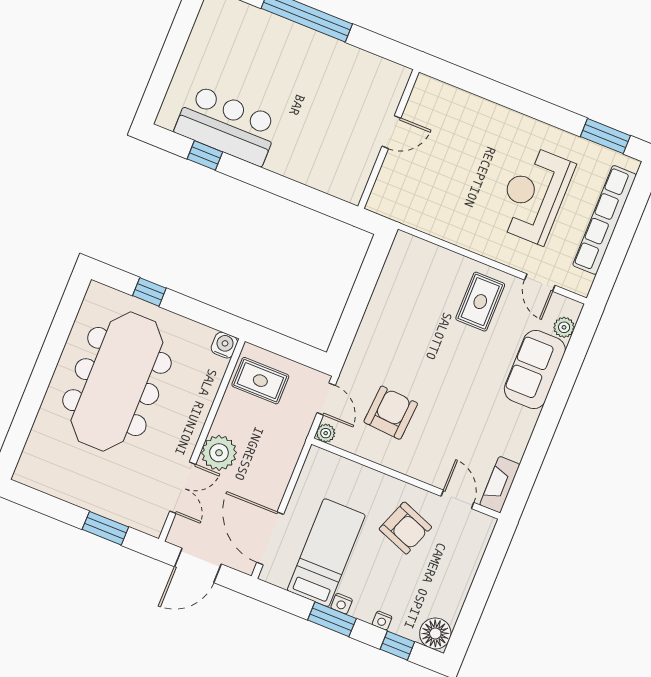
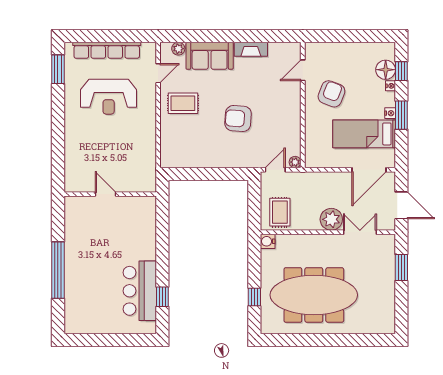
armchair: (391, 413) -> (238, 119), moved
fireplace: (500, 485) -> (251, 49), moved
floor lamp: (435, 633) -> (386, 70), moved

